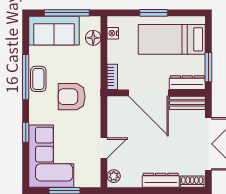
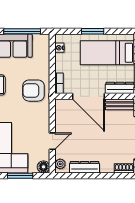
floor lamp: (93, 38) -> (44, 167), moved
armchair: (72, 97) -> (33, 91), moved
dresser: (161, 180) -> (85, 167), moved

